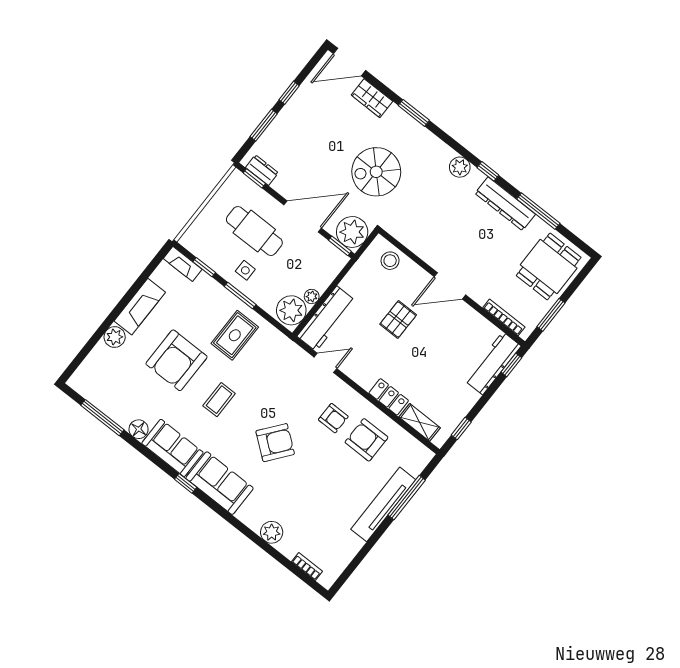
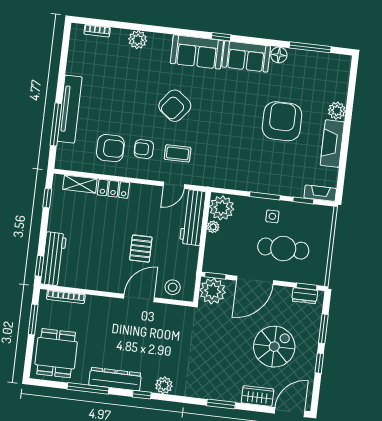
spiral stairs: (376, 172) -> (274, 347), moved
door: (450, 286) -> (139, 298), moved
rug: (235, 335) -> (251, 165), removed
coffee table: (219, 400) -> (178, 153), moved, turned 90

